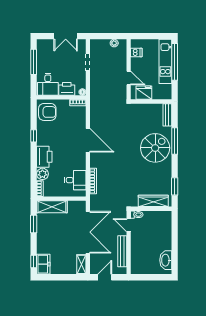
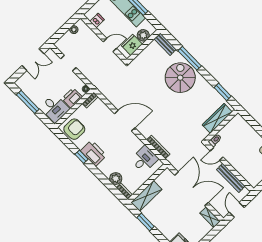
plant: (158, 94) -> (143, 35), added
printer: (44, 157) -> (94, 153), moved

